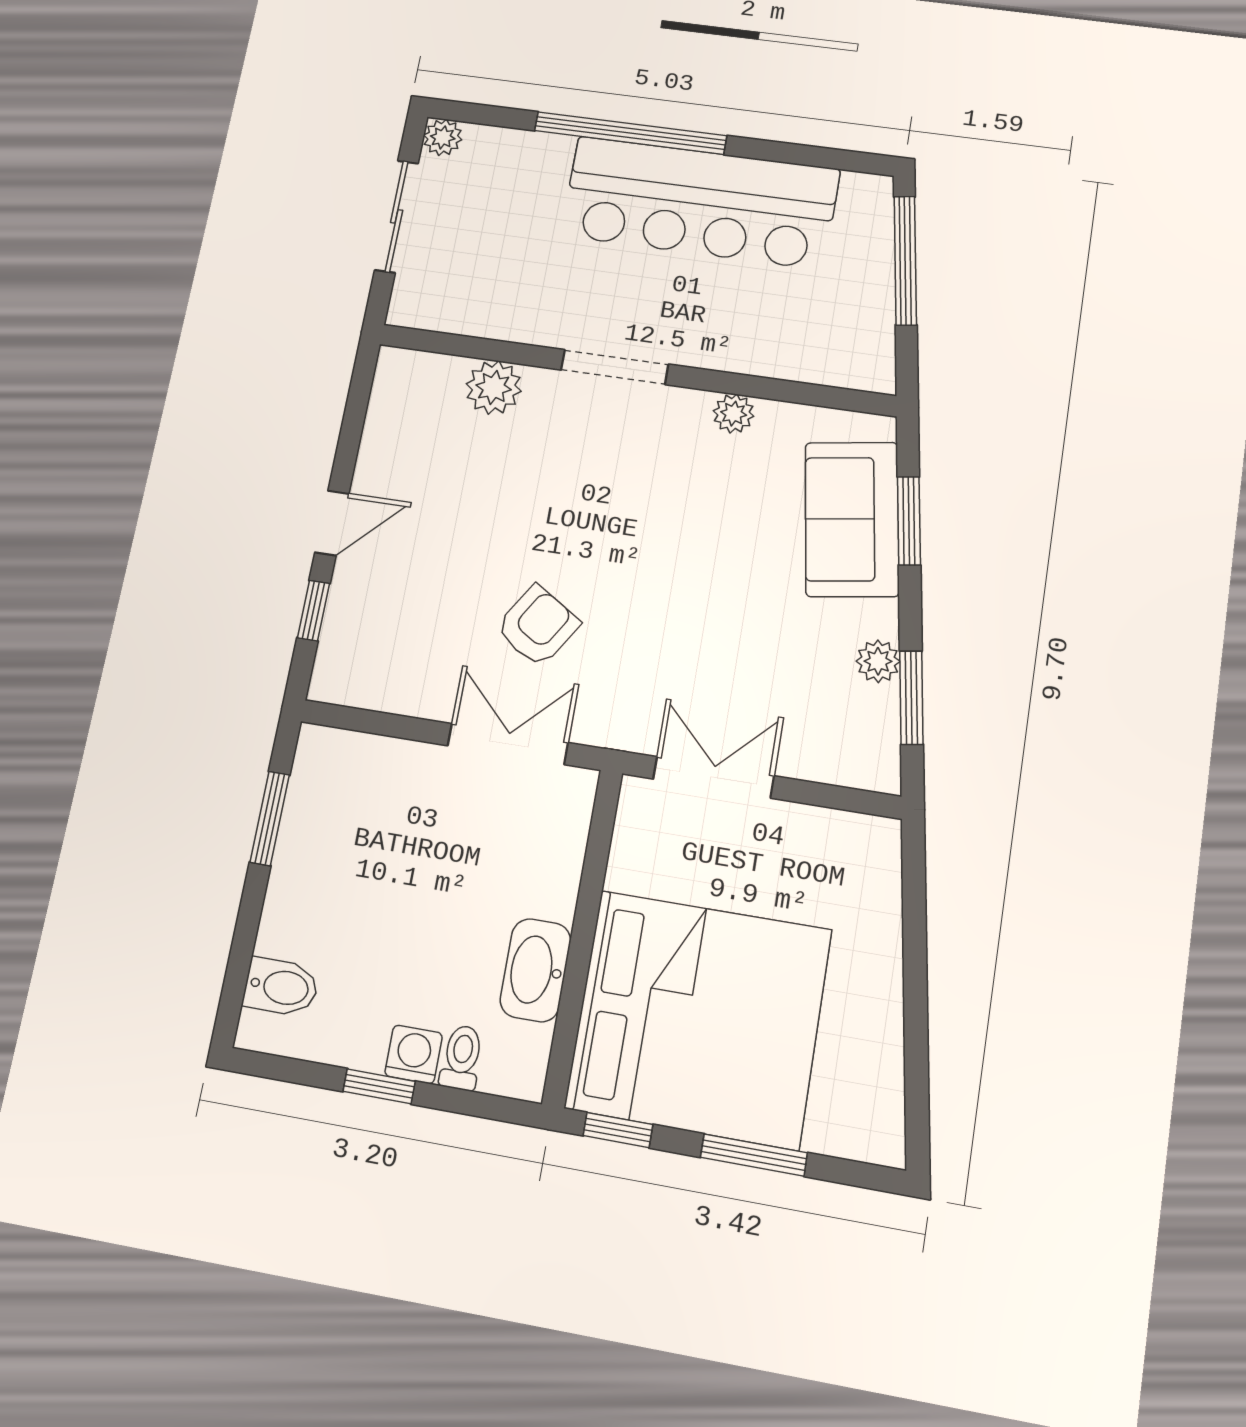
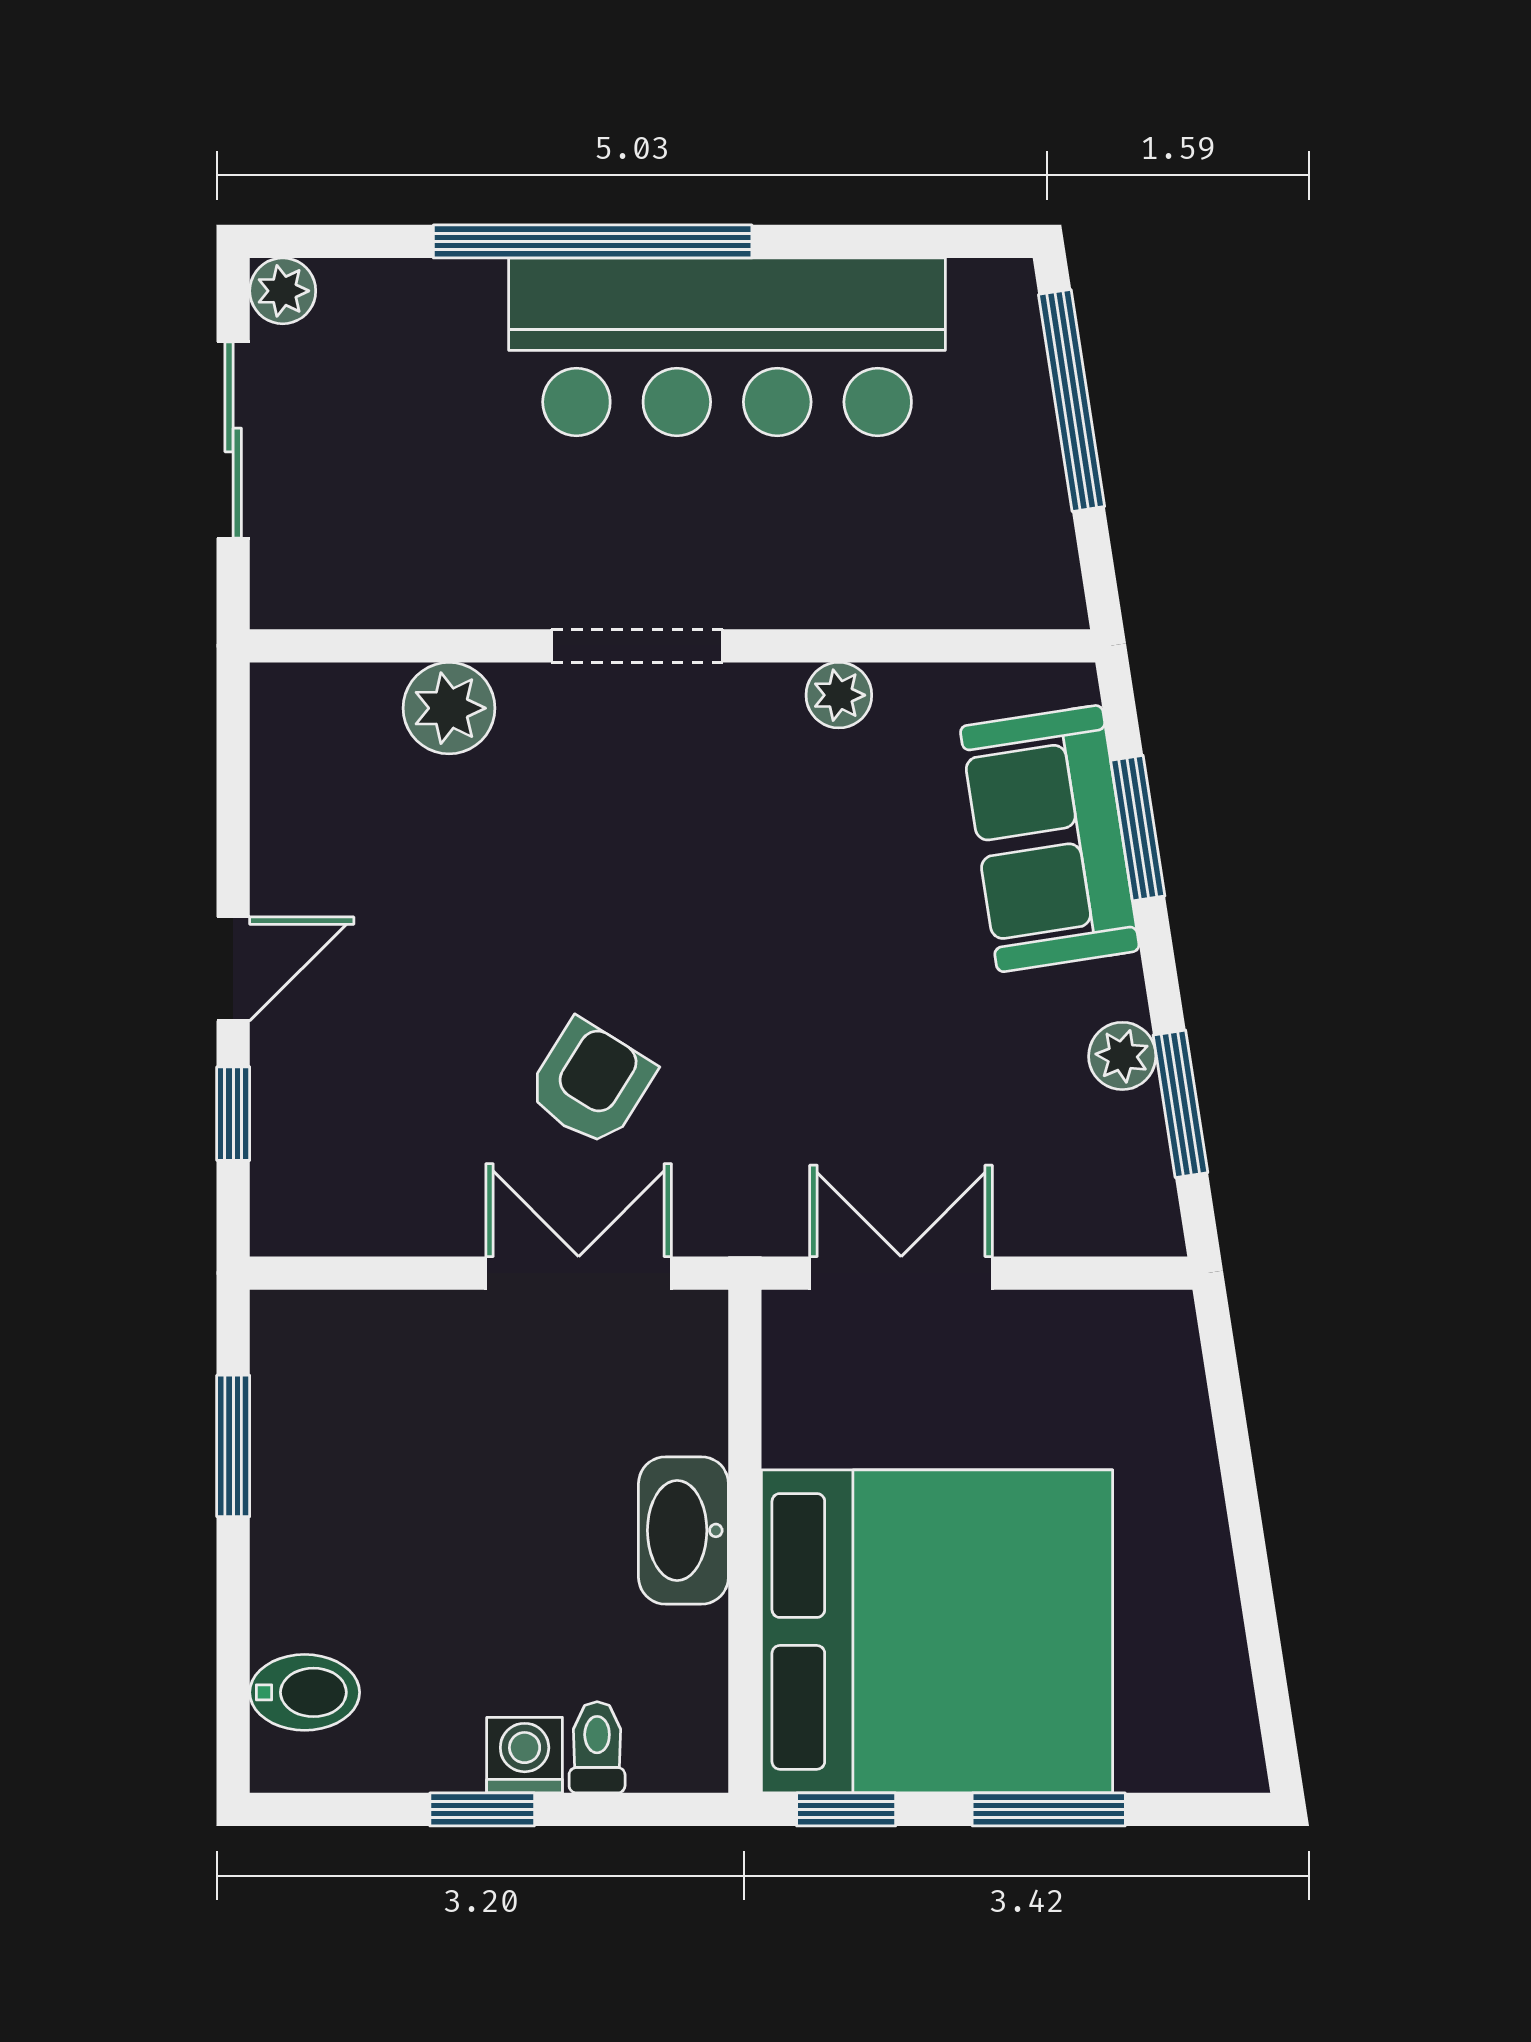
washbasin: (535, 970) -> (683, 1530), moved

